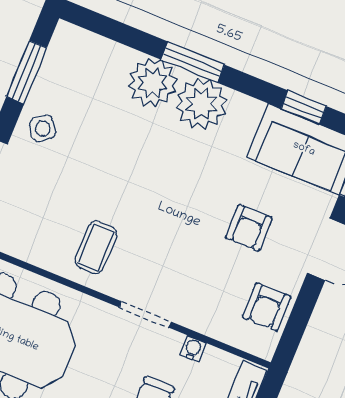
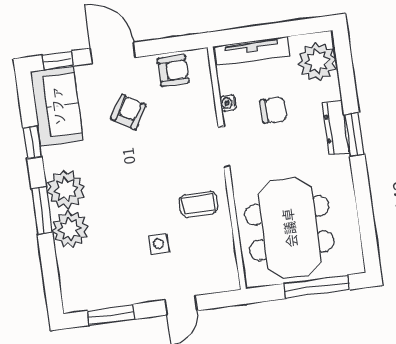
window: (304, 107) -> (32, 142), moved
side table: (43, 129) -> (158, 244), moved, turned 37
armchair: (249, 228) -> (129, 112), turned -58

